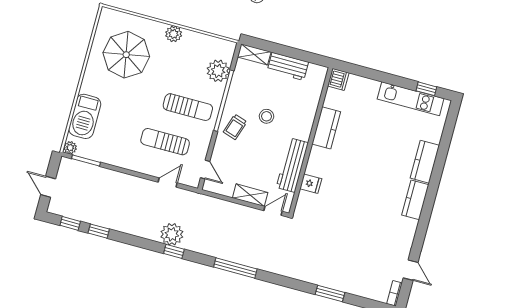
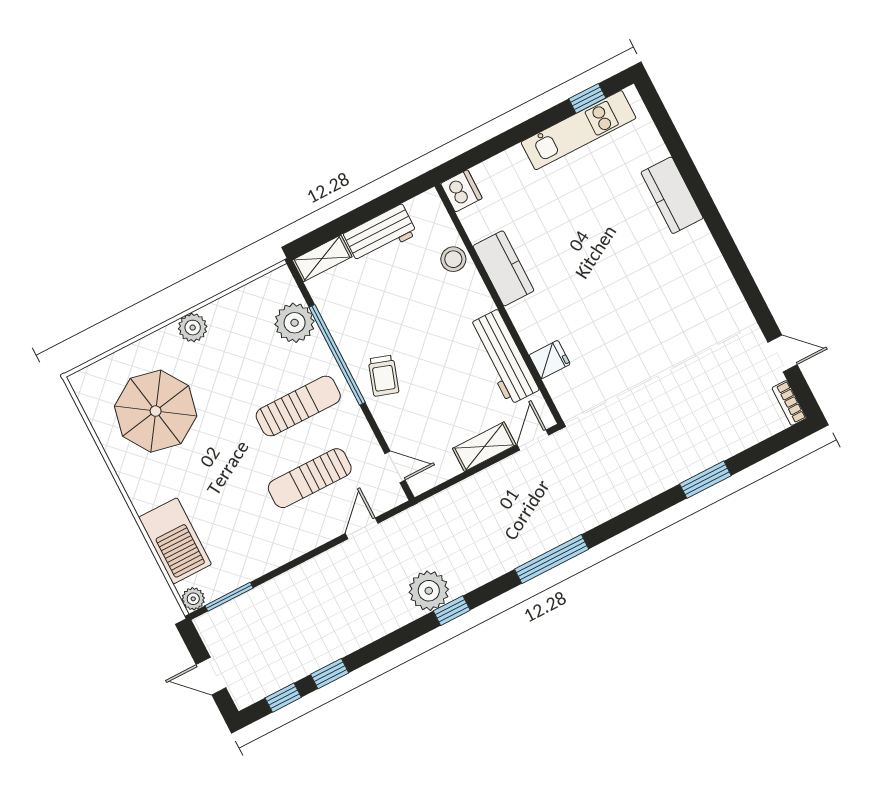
stool: (267, 116) -> (453, 259), moved
kitchen counter: (415, 200) -> (705, 256), removed

